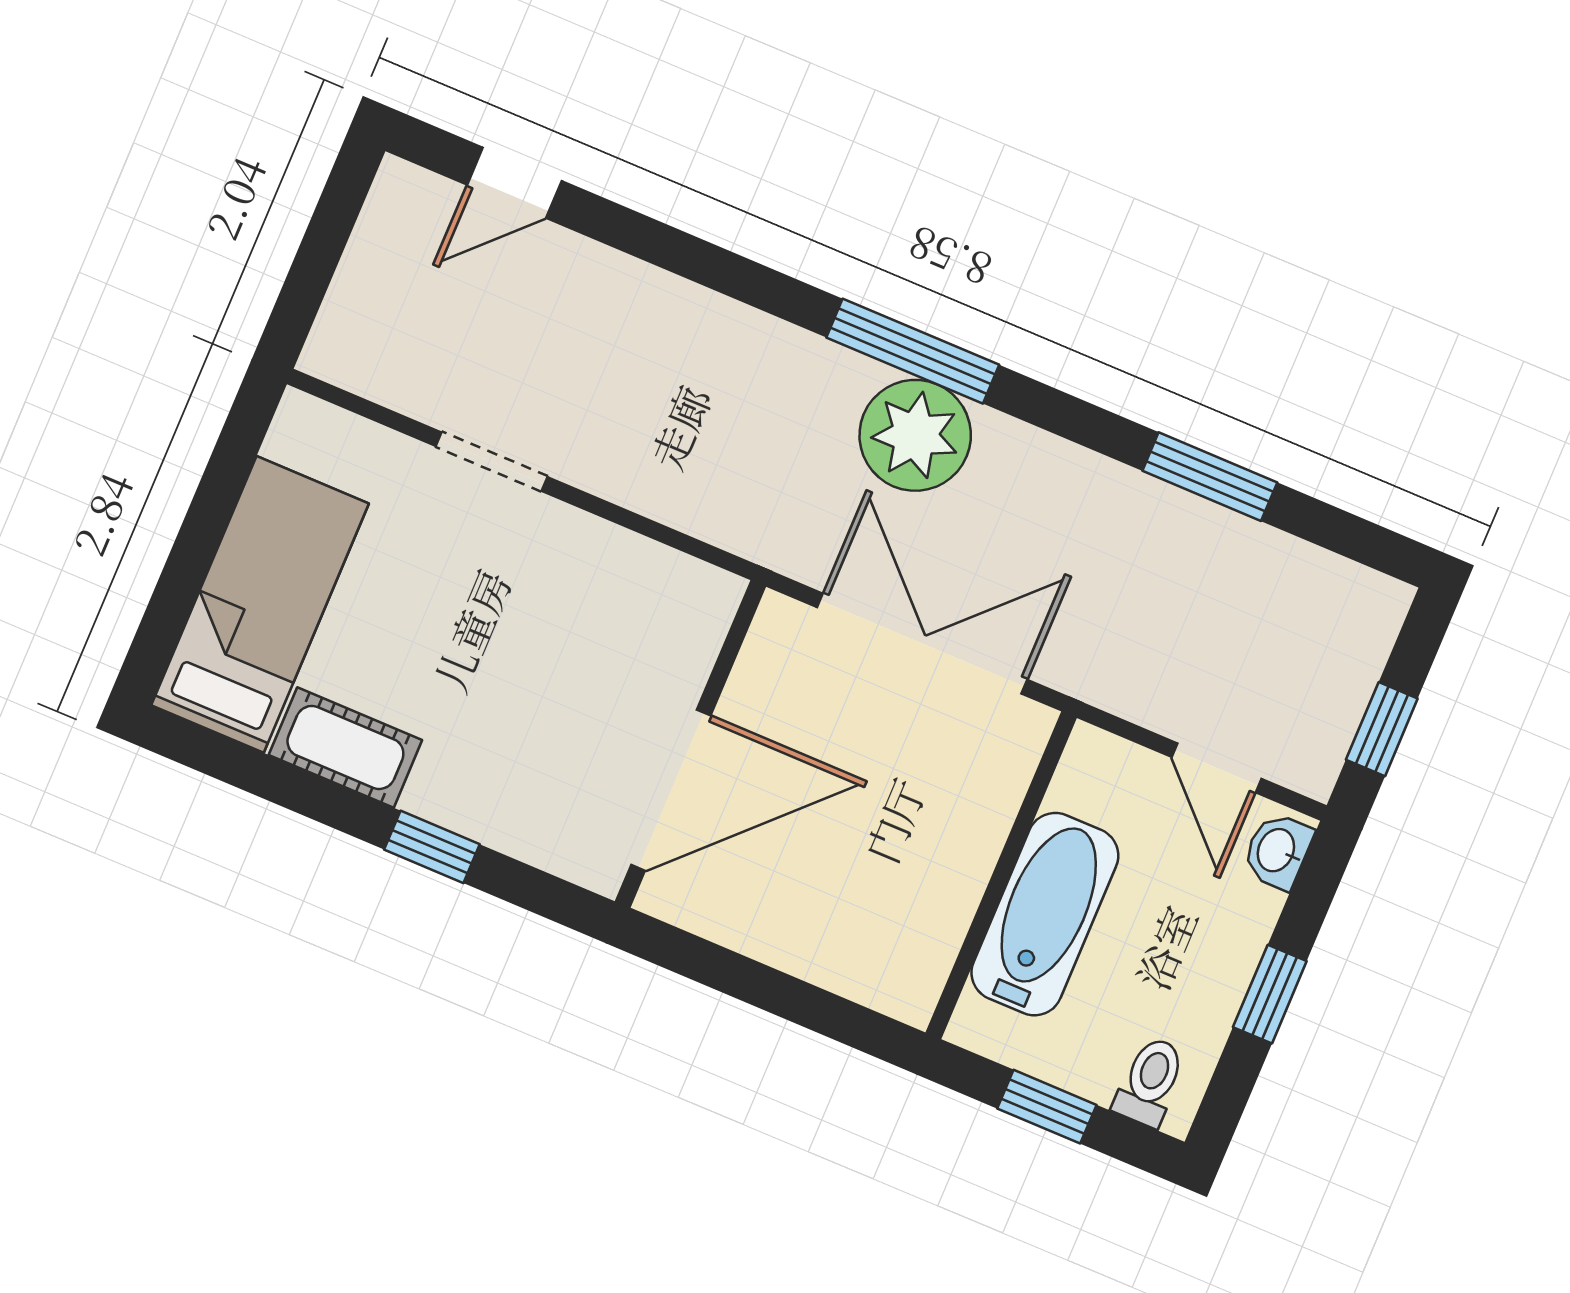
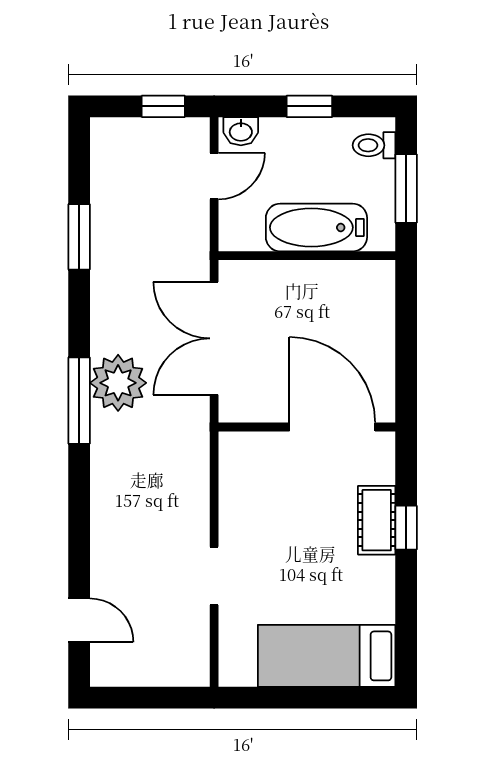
cot: (345, 747) -> (377, 520), moved
window: (1047, 1107) -> (406, 188), width x1.50

